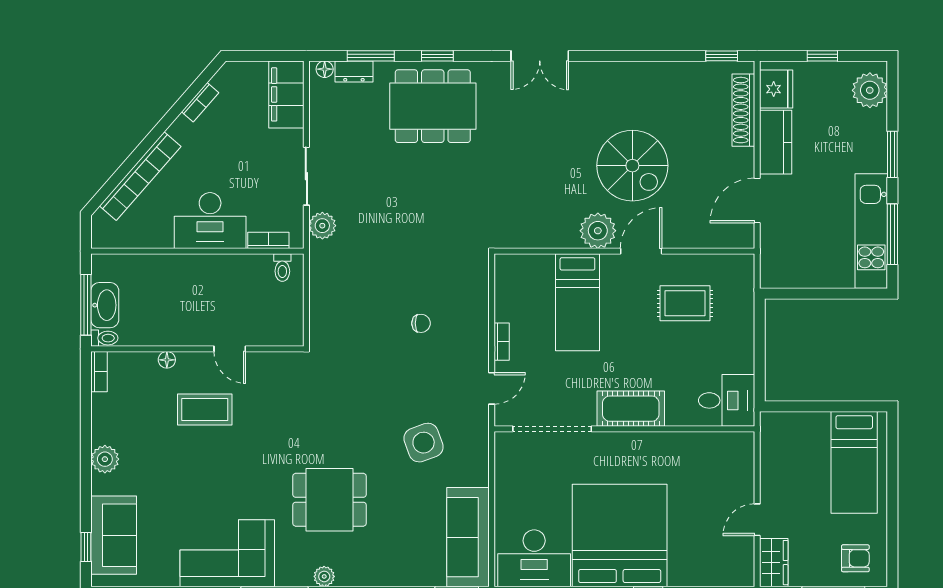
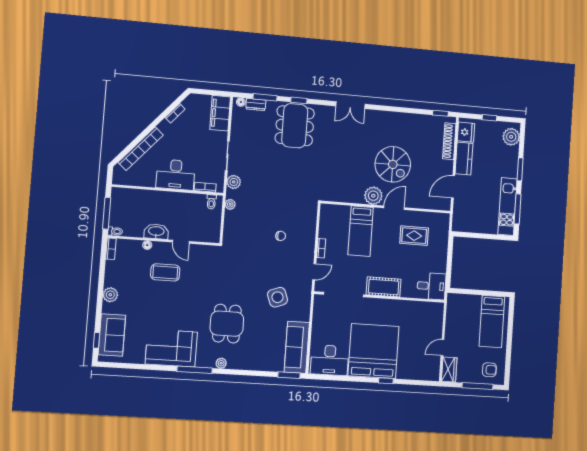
dining table: (433, 106) -> (295, 126), turned 90
plant: (319, 270) -> (230, 204), added
washbasin: (105, 305) -> (156, 231), moved, turned -90
dining table: (329, 500) -> (227, 324), turned 90

